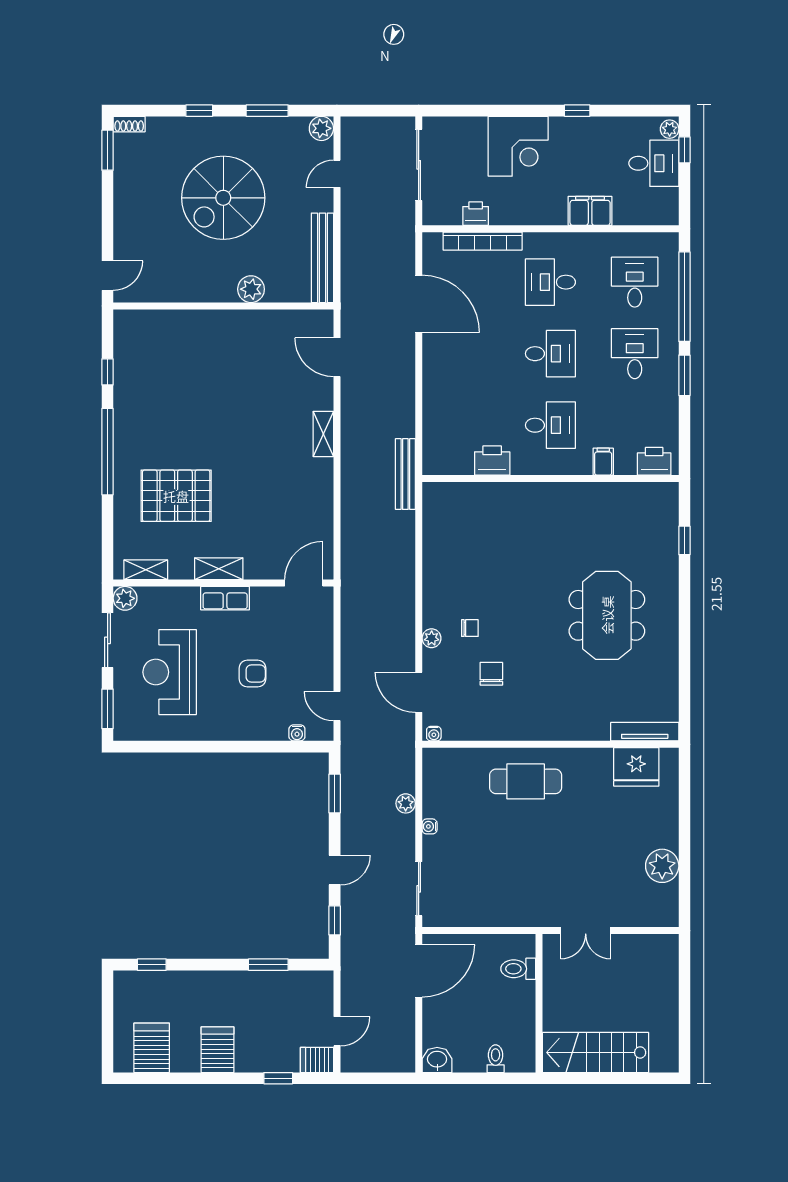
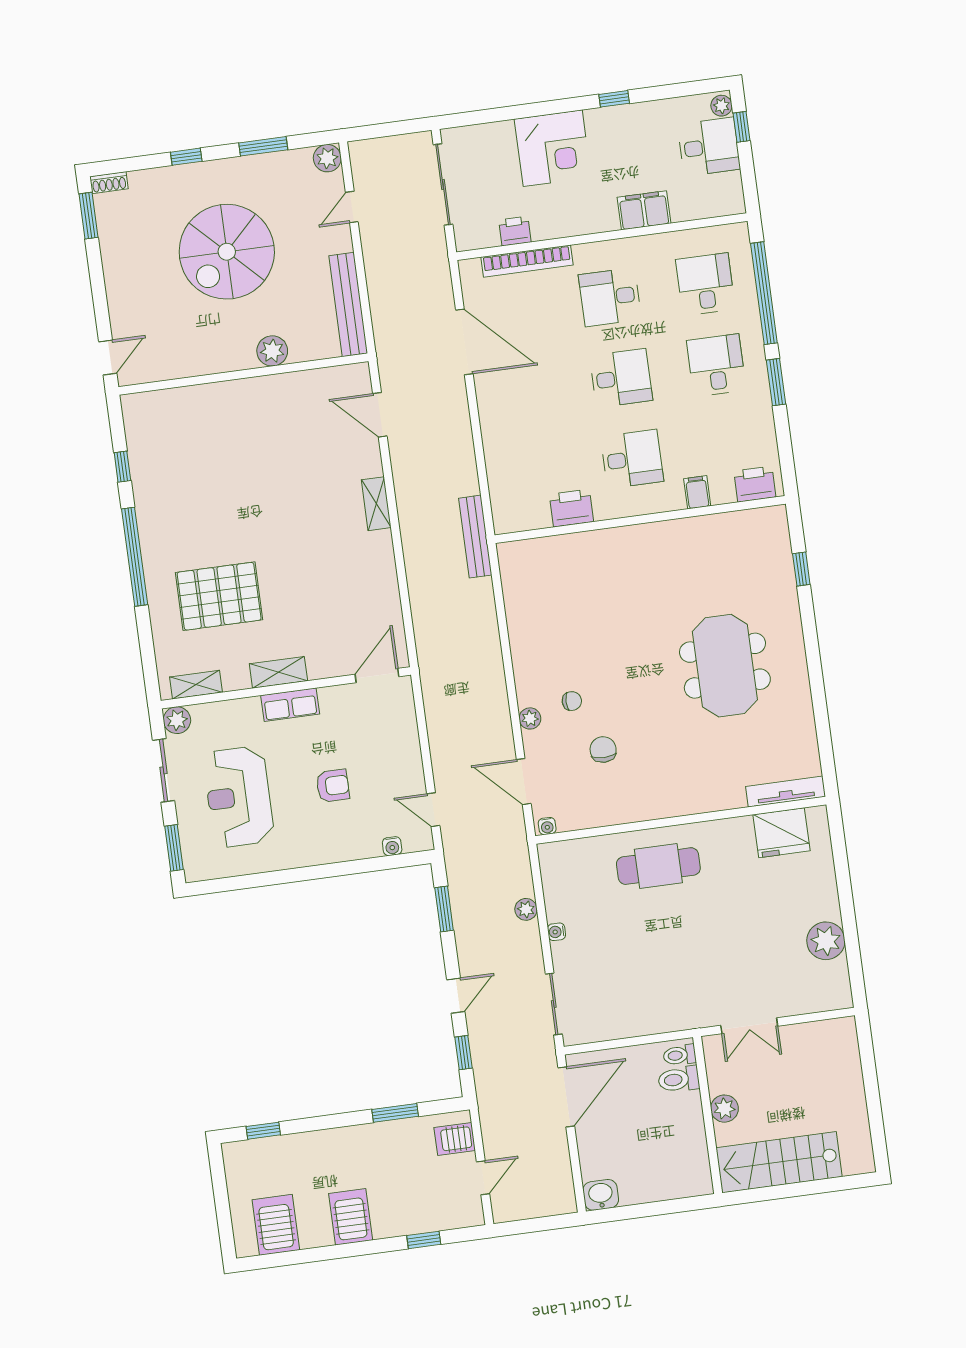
plant: (555, 1000) -> (724, 1109), added
toilet: (496, 1059) -> (680, 1055), moved, turned -90
server rack: (317, 1060) -> (455, 1139), moved

